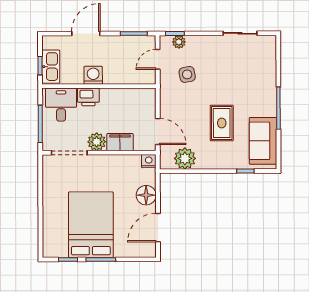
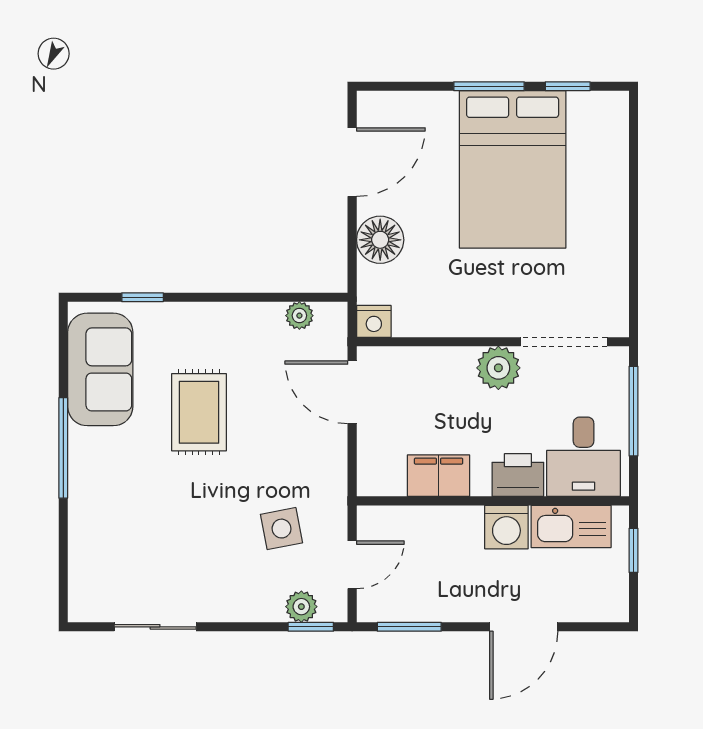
kitchen sink: (51, 67) -> (571, 526), moved, turned -90
filing cabinet: (120, 142) -> (439, 476), moved, turned 180
plant: (185, 158) -> (299, 316), width x0.53, depth x0.53

